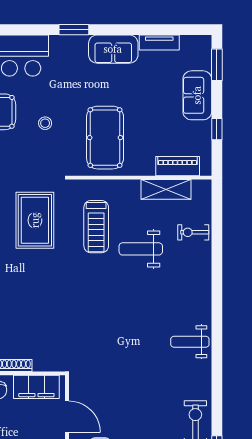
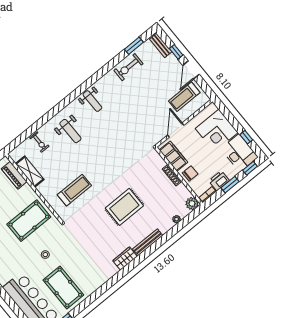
rug: (35, 220) -> (124, 207), moved
weight bench: (141, 249) -> (70, 131), moved

